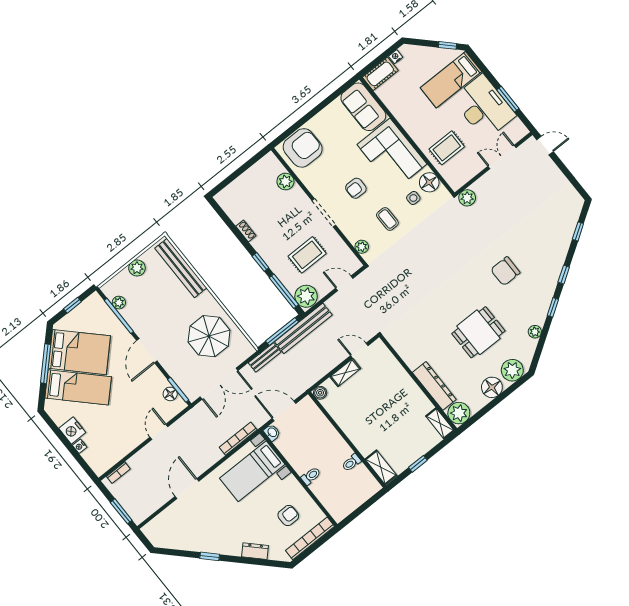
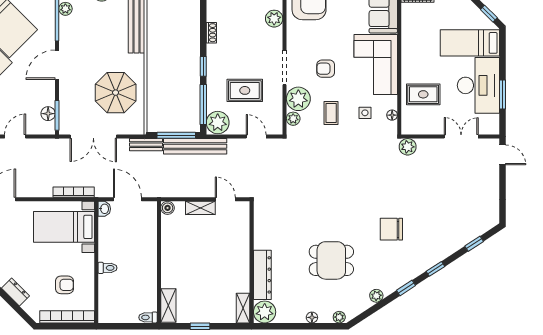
floor lamp: (429, 182) -> (392, 115), width x0.53, depth x0.53
plant: (353, 228) -> (298, 99), added
plant: (512, 370) -> (339, 317), width x0.53, depth x0.53
floor lamp: (492, 387) -> (312, 317), width x0.53, depth x0.53
toilet: (351, 463) -> (148, 317), moved

